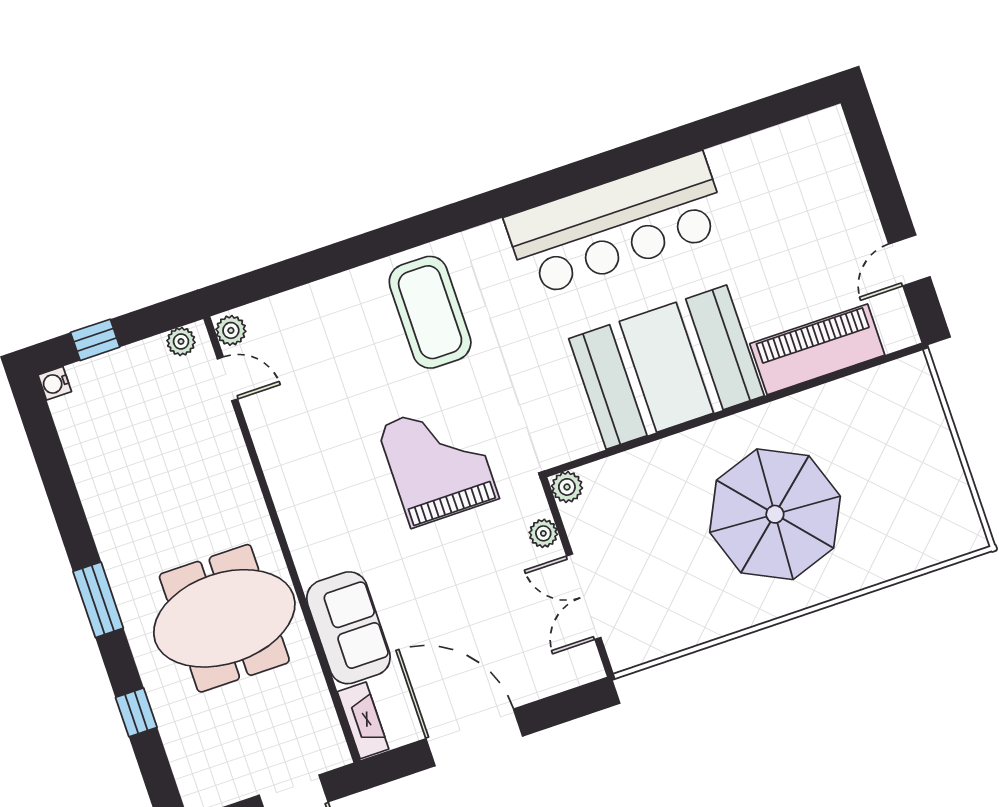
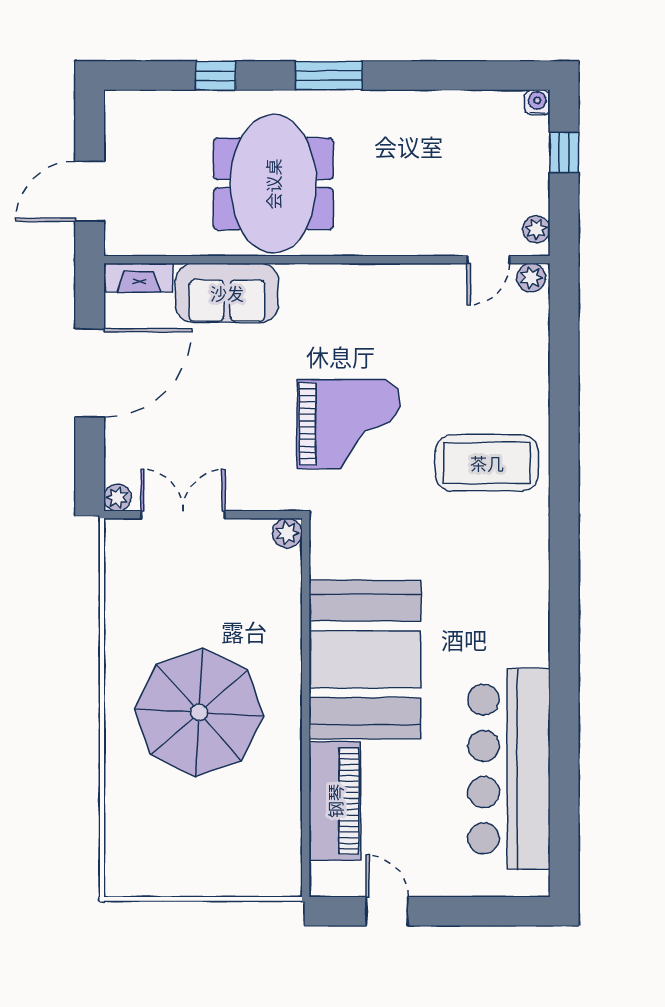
bar counter: (617, 224) -> (509, 769), moved
plant: (543, 533) -> (117, 498), moved

